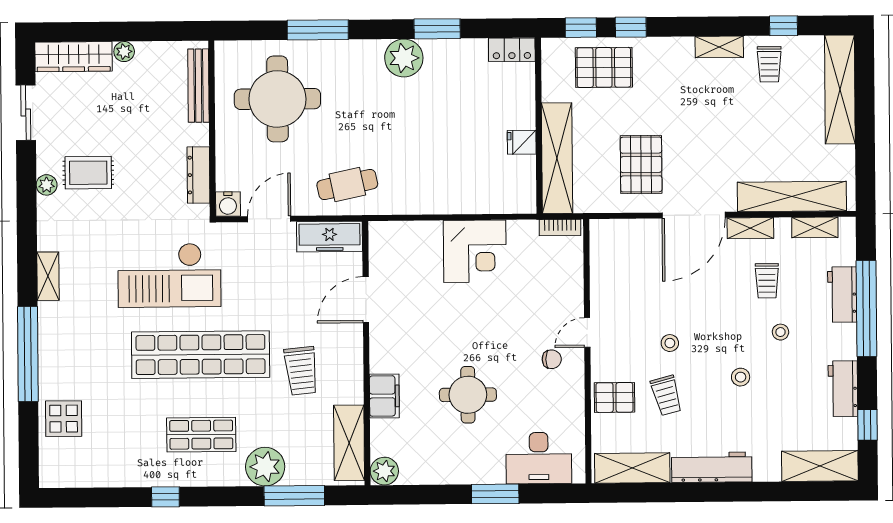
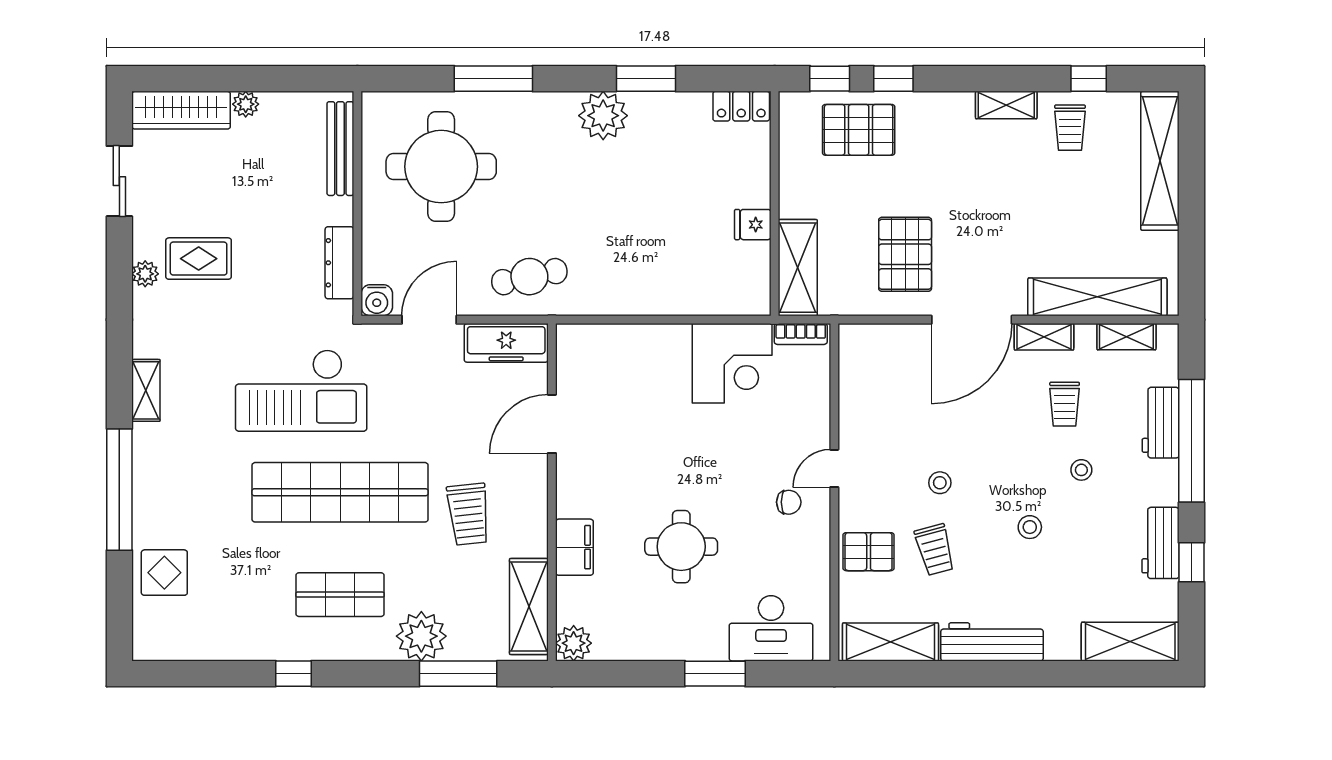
shelving: (557, 158) -> (798, 268), width x0.68
corner desk: (475, 251) -> (732, 363), moved
window: (867, 425) -> (1191, 562), moved

